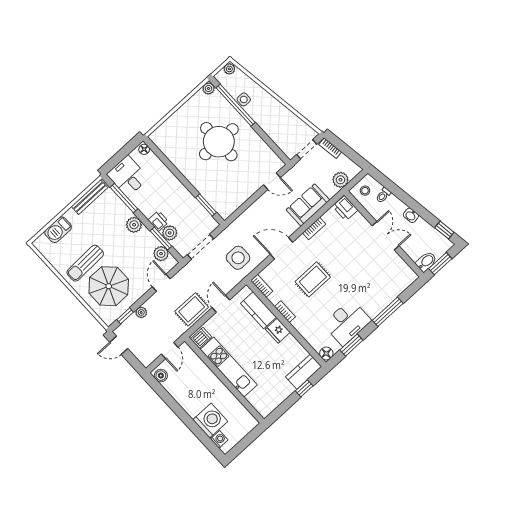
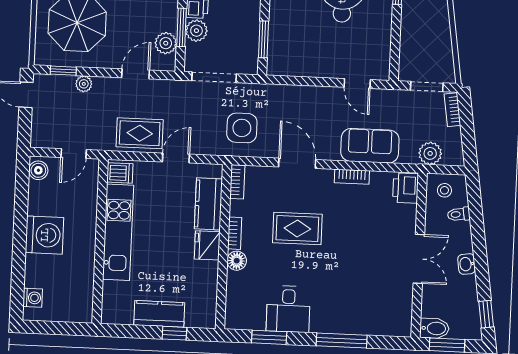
desk: (347, 322) -> (288, 309), width x0.73
floor lamp: (326, 353) -> (237, 261), moved
kitchen counter: (304, 372) -> (159, 314), moved
washing machine: (210, 421) -> (45, 235), moved

